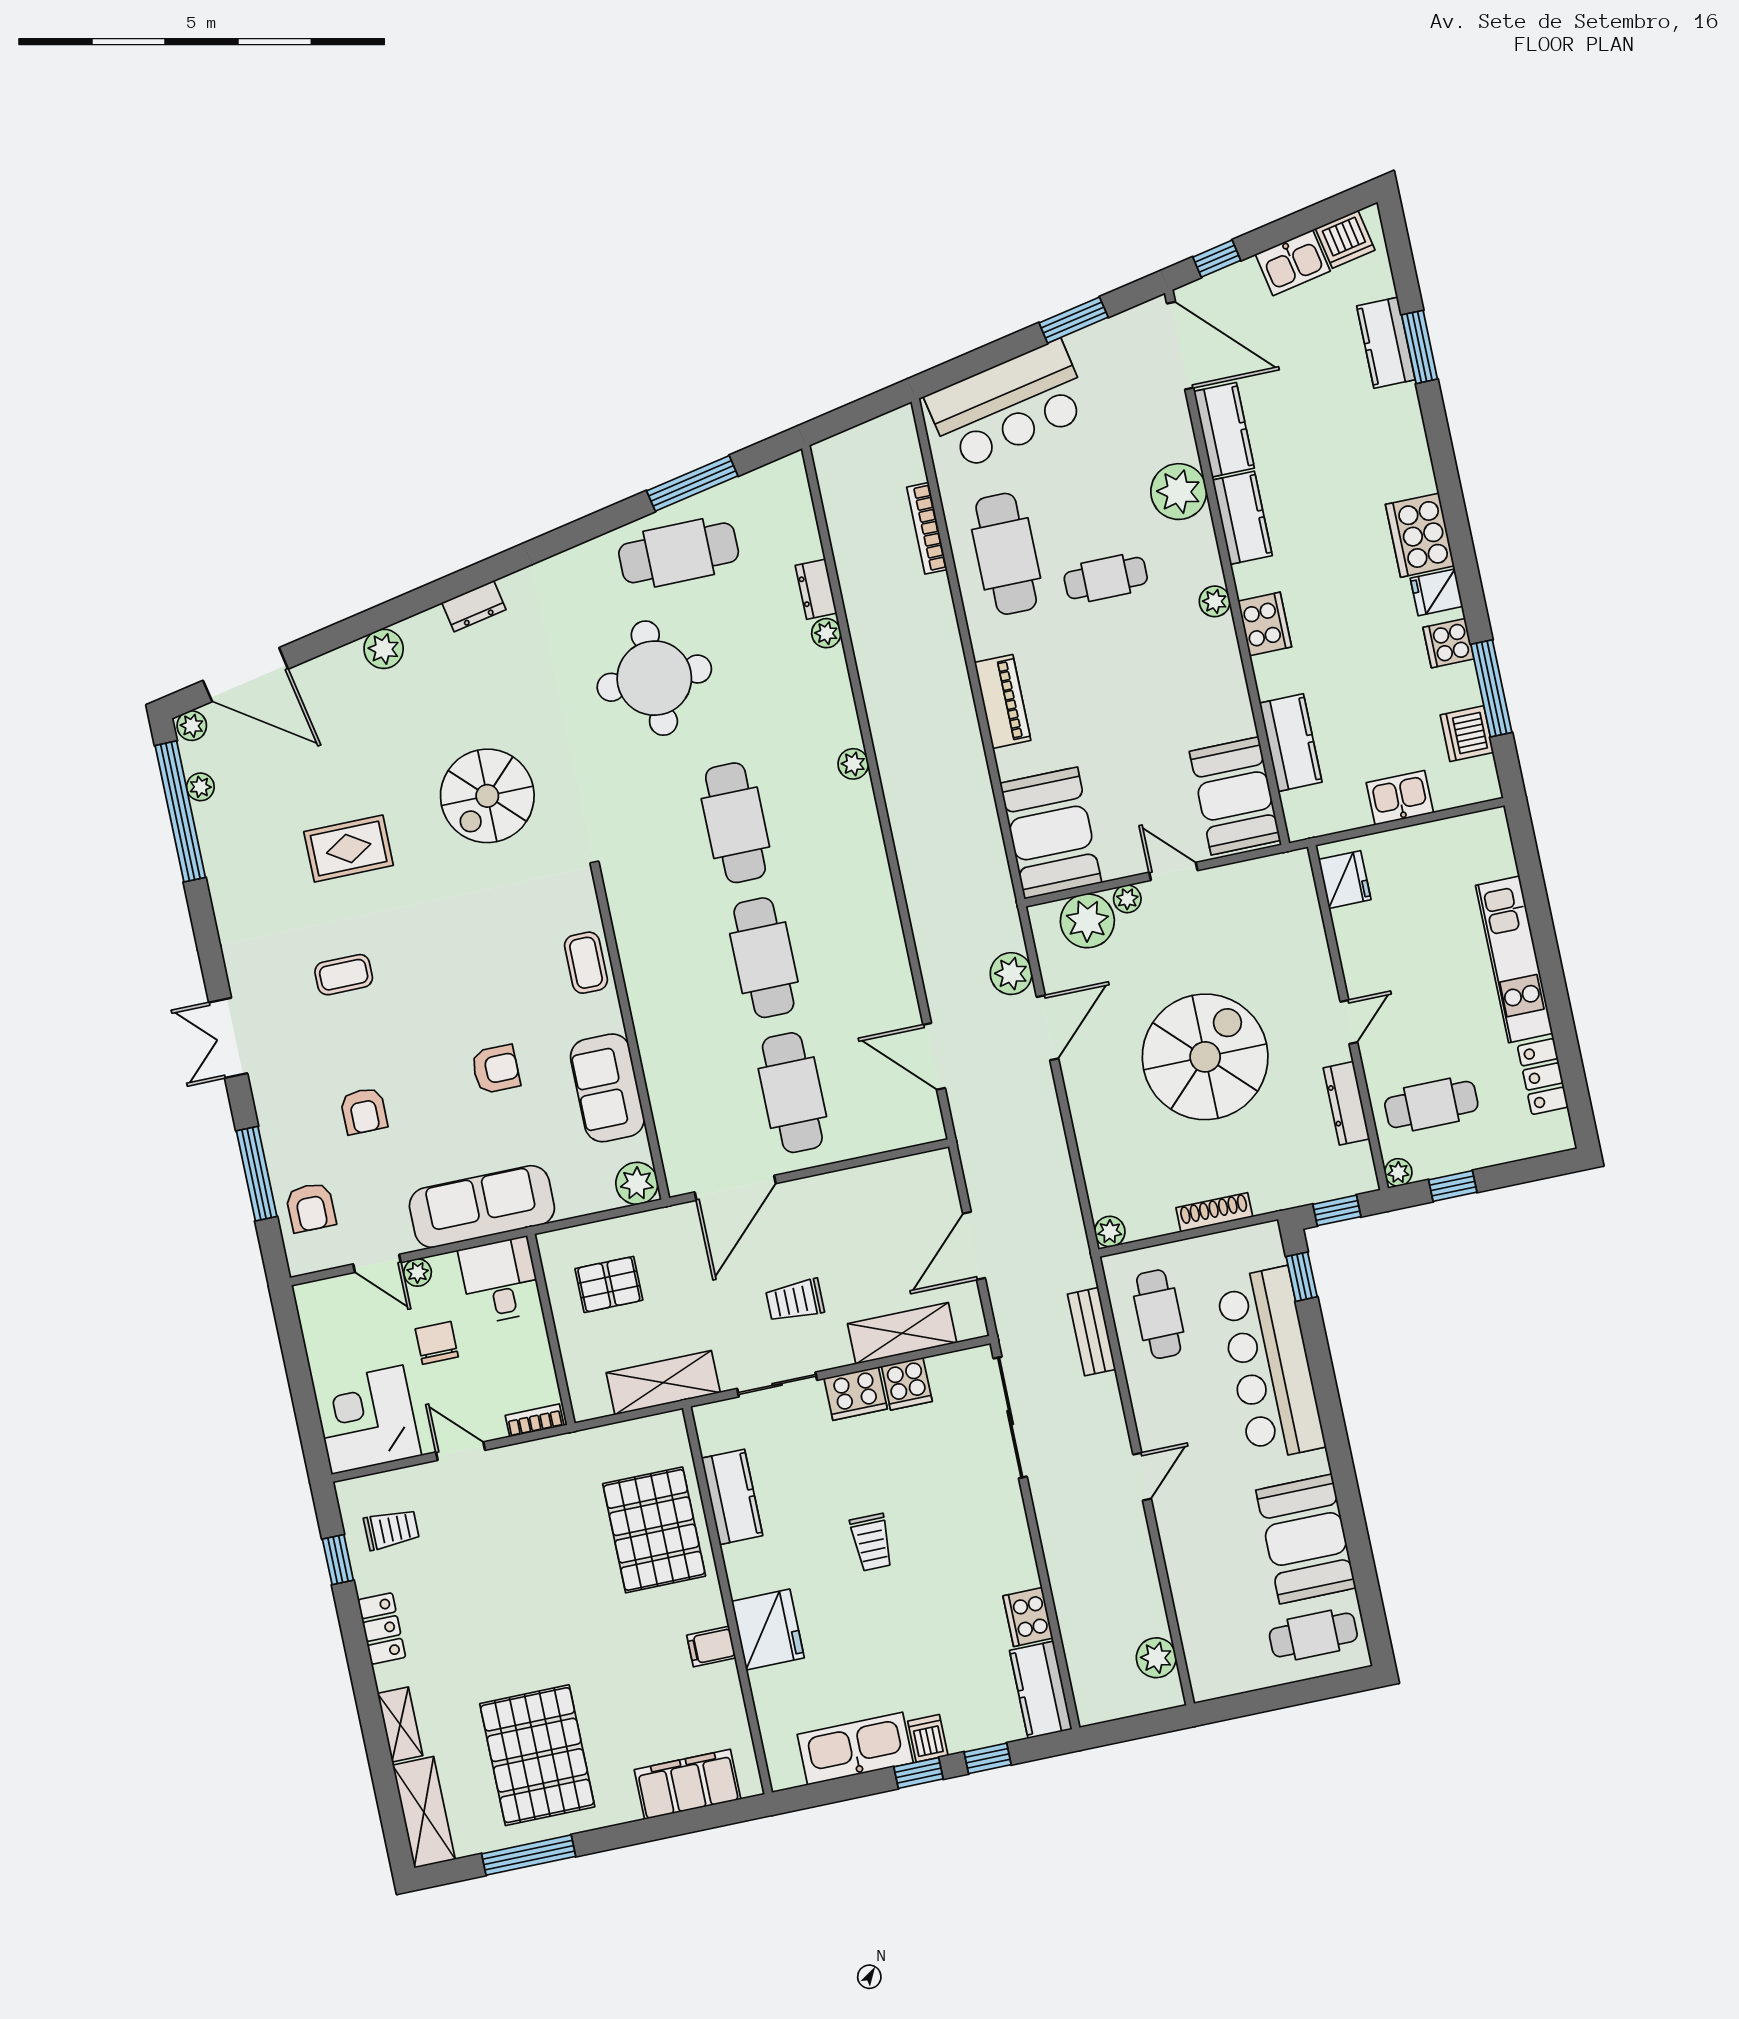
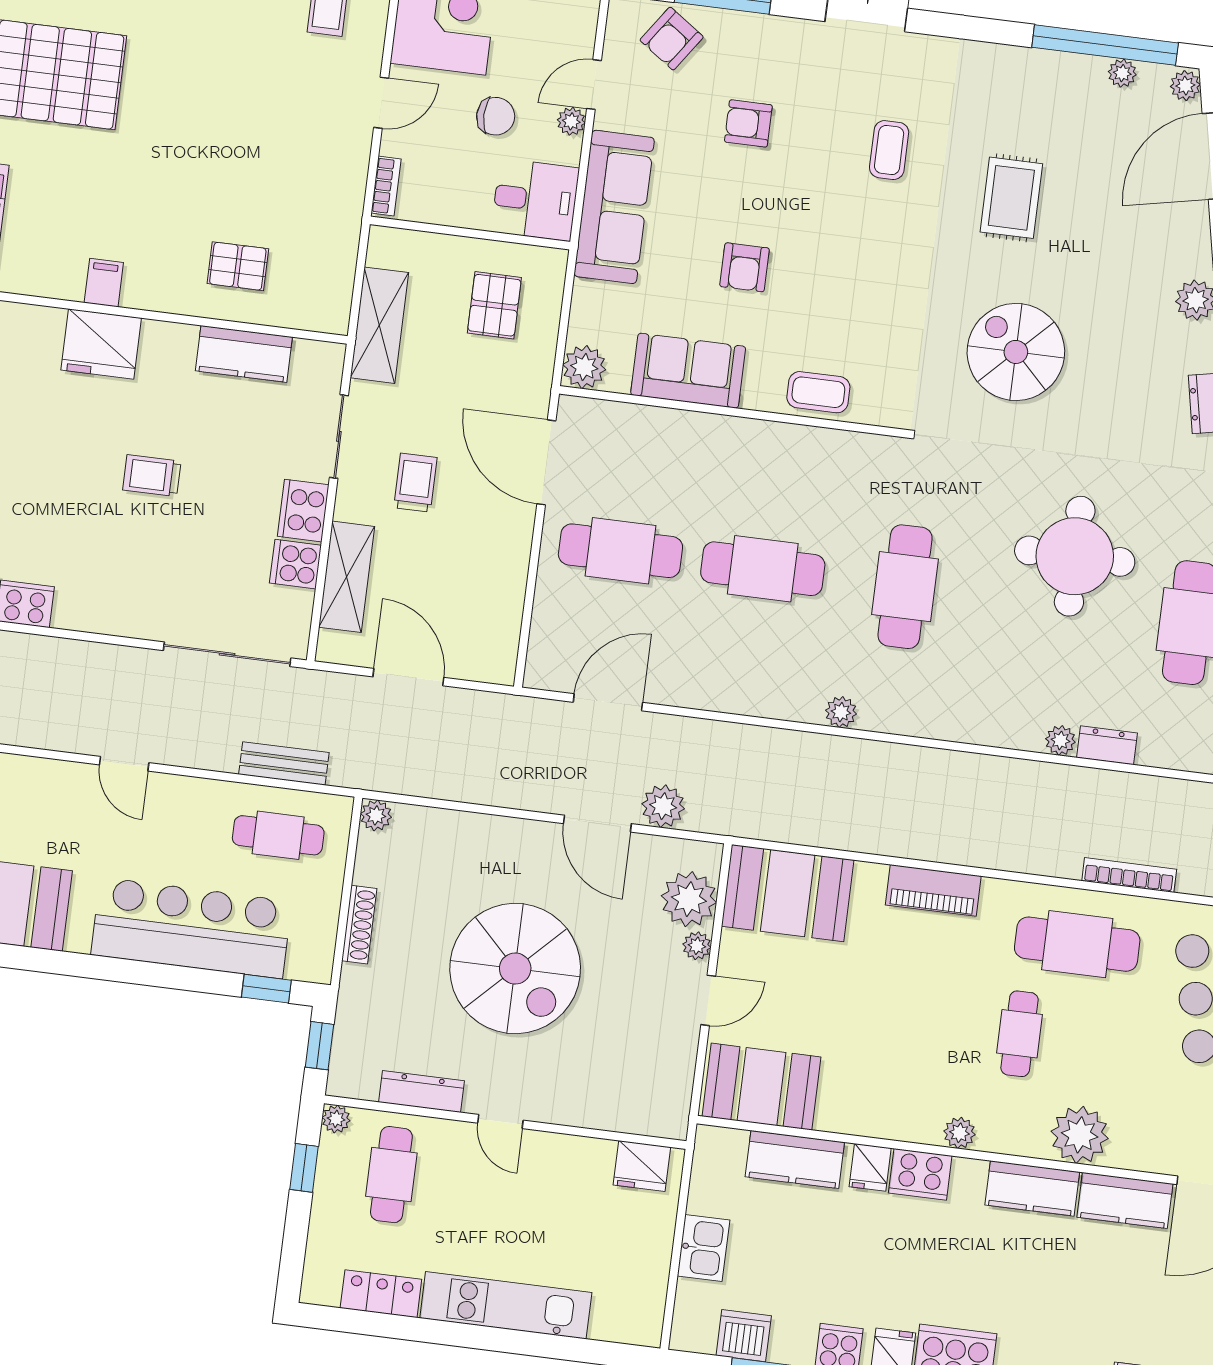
fridge: (1274, 672) -> (870, 1167), added
plant: (853, 764) -> (841, 712), moved
cafe table: (735, 823) -> (905, 587), turned 90
armchair: (311, 1207) -> (672, 39), turned -55
pallet: (654, 1530) -> (238, 266), width x0.49, depth x0.50

